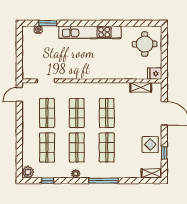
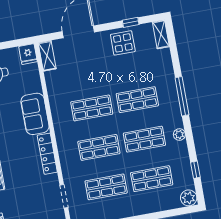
sofa: (110, 71) -> (35, 114), added
locker: (79, 74) -> (47, 154), added
shelving: (141, 87) -> (47, 56), moved

